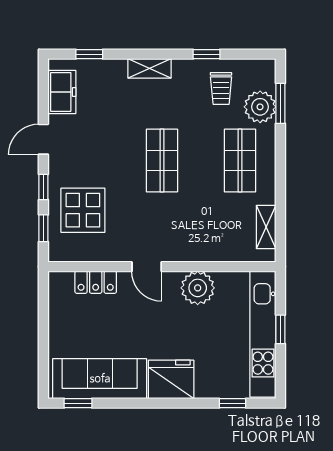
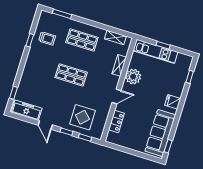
shelving: (149, 68) -> (119, 65), moved
freezer: (62, 92) -> (27, 110), width x1.40
plant: (260, 107) -> (61, 24), removed
kitchen unit: (263, 334) -> (155, 51), width x0.73
fridge: (171, 379) -> (173, 102), width x0.53, depth x0.75

